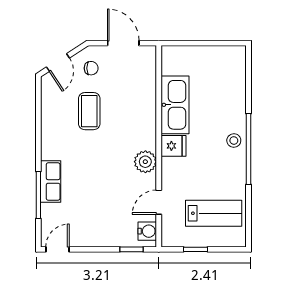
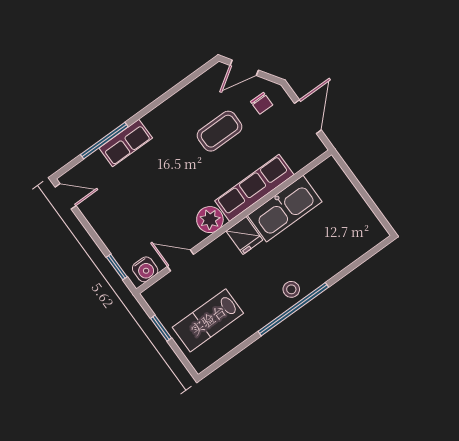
row of seats: (146, 115) -> (254, 188), added
lab bench: (214, 213) -> (208, 320), turned 90

